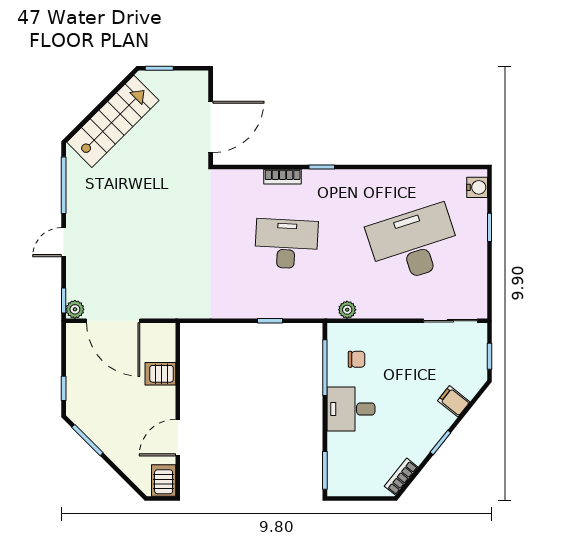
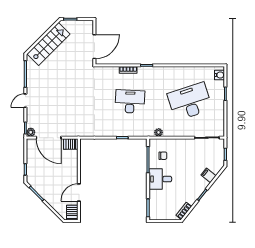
server rack: (160, 374) -> (71, 144), moved

